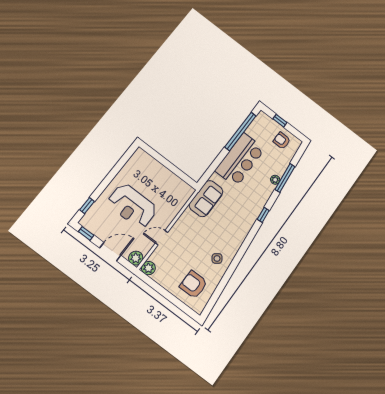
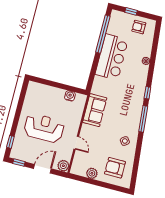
window: (285, 178) -> (143, 119), moved
water cooler: (177, 182) -> (70, 96), added
sofa: (206, 199) -> (95, 110), moved
reception desk: (132, 206) -> (44, 128), turned 180
door: (162, 238) -> (76, 143), swing flipped
plant: (148, 268) -> (92, 173), moved

